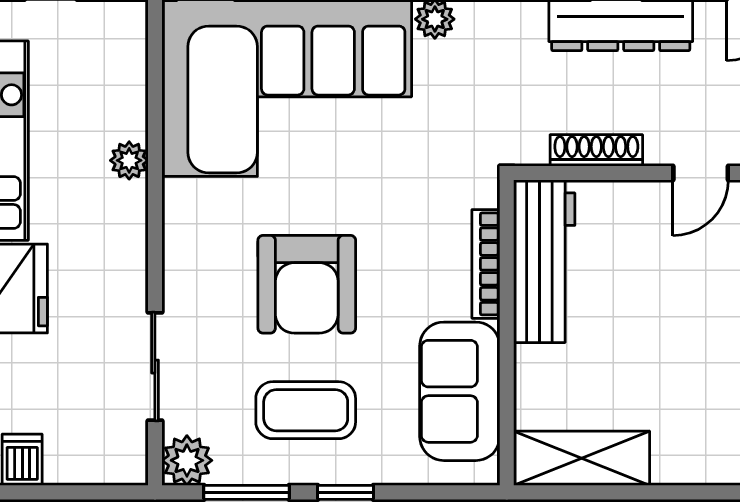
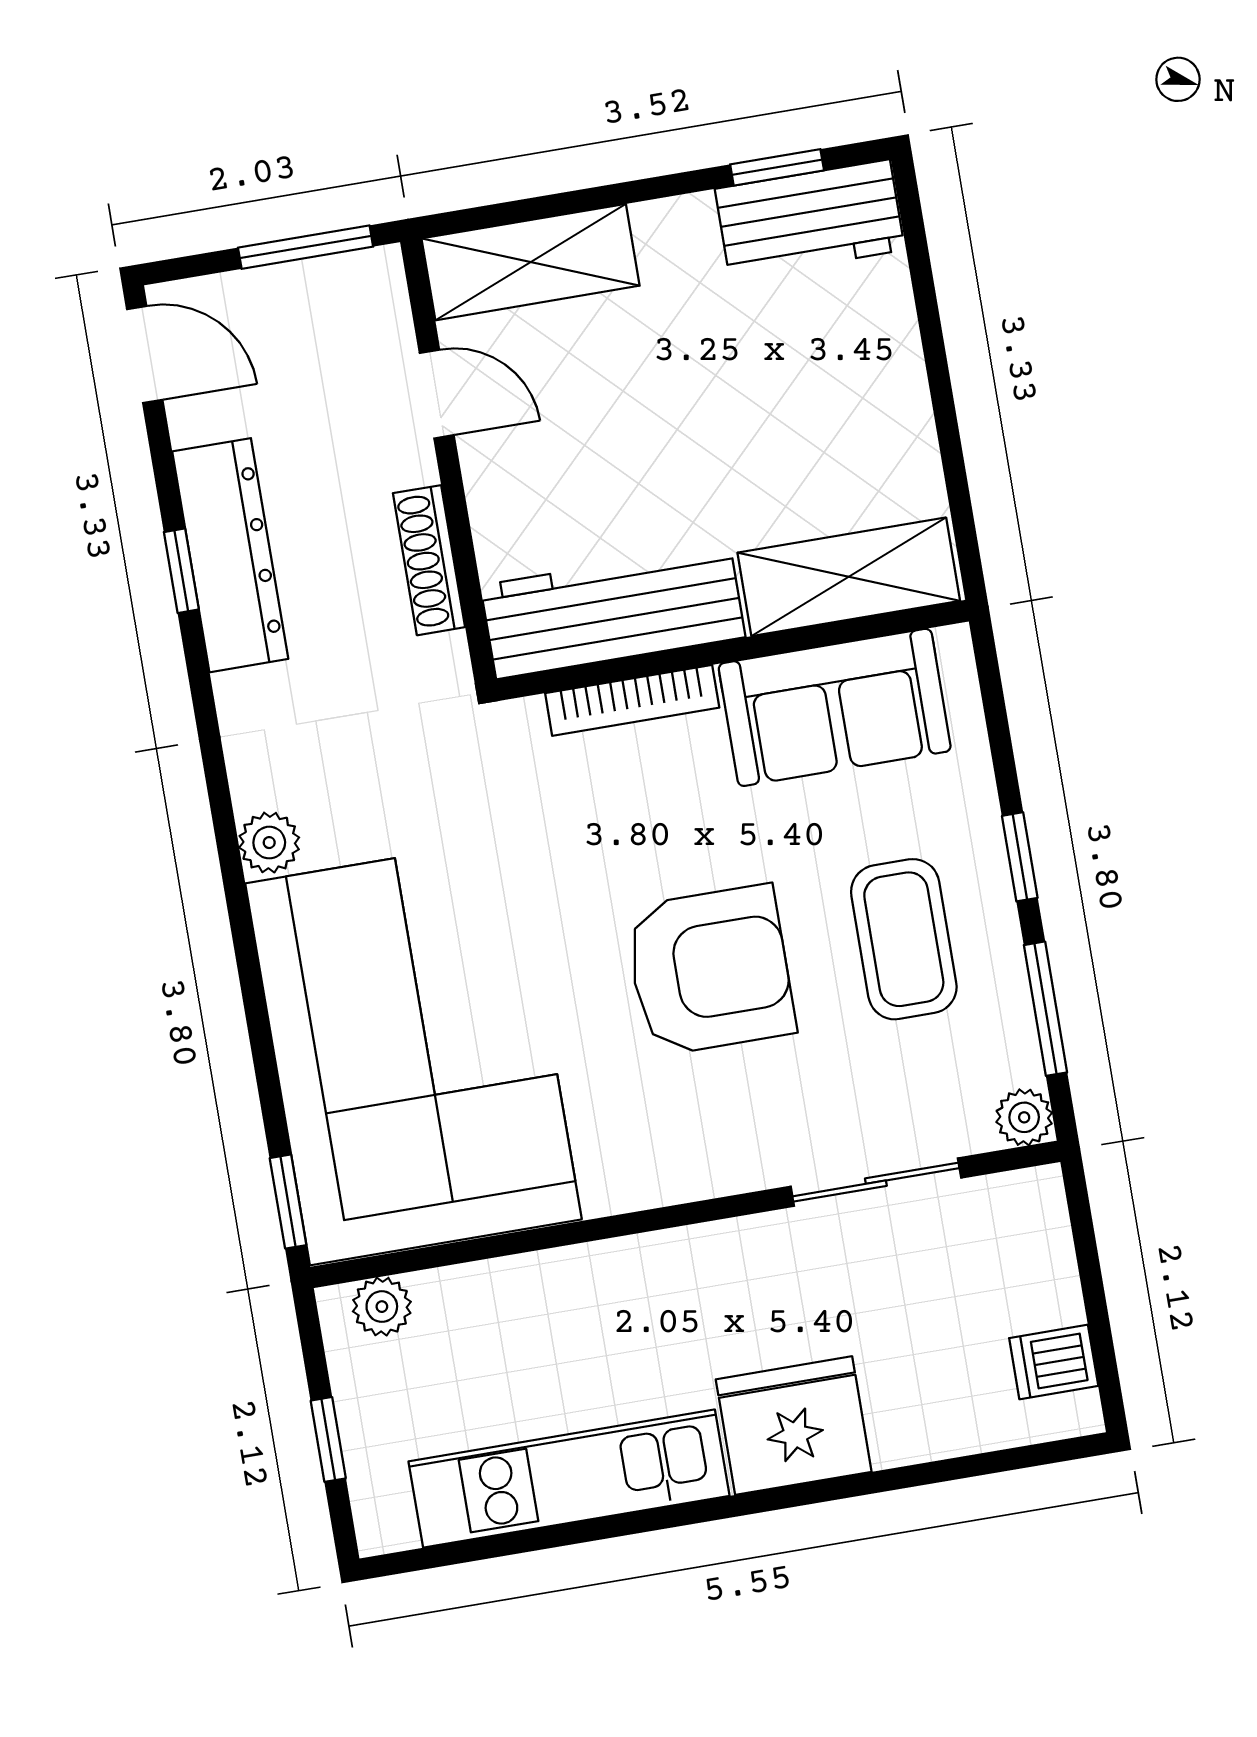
plant: (129, 160) -> (382, 1307), moved
shelving: (582, 458) -> (849, 577), moved, turned 90
plant: (187, 460) -> (1024, 1117), width x0.73, depth x0.73

